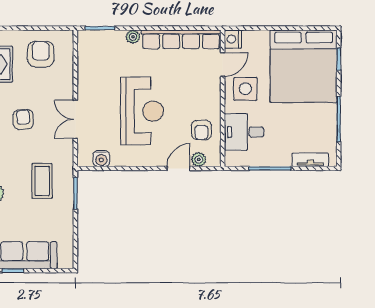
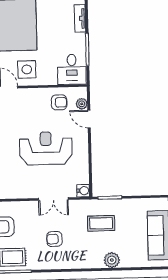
desk: (244, 132) -> (72, 69), moved
water cooler: (101, 159) -> (83, 191), moved

